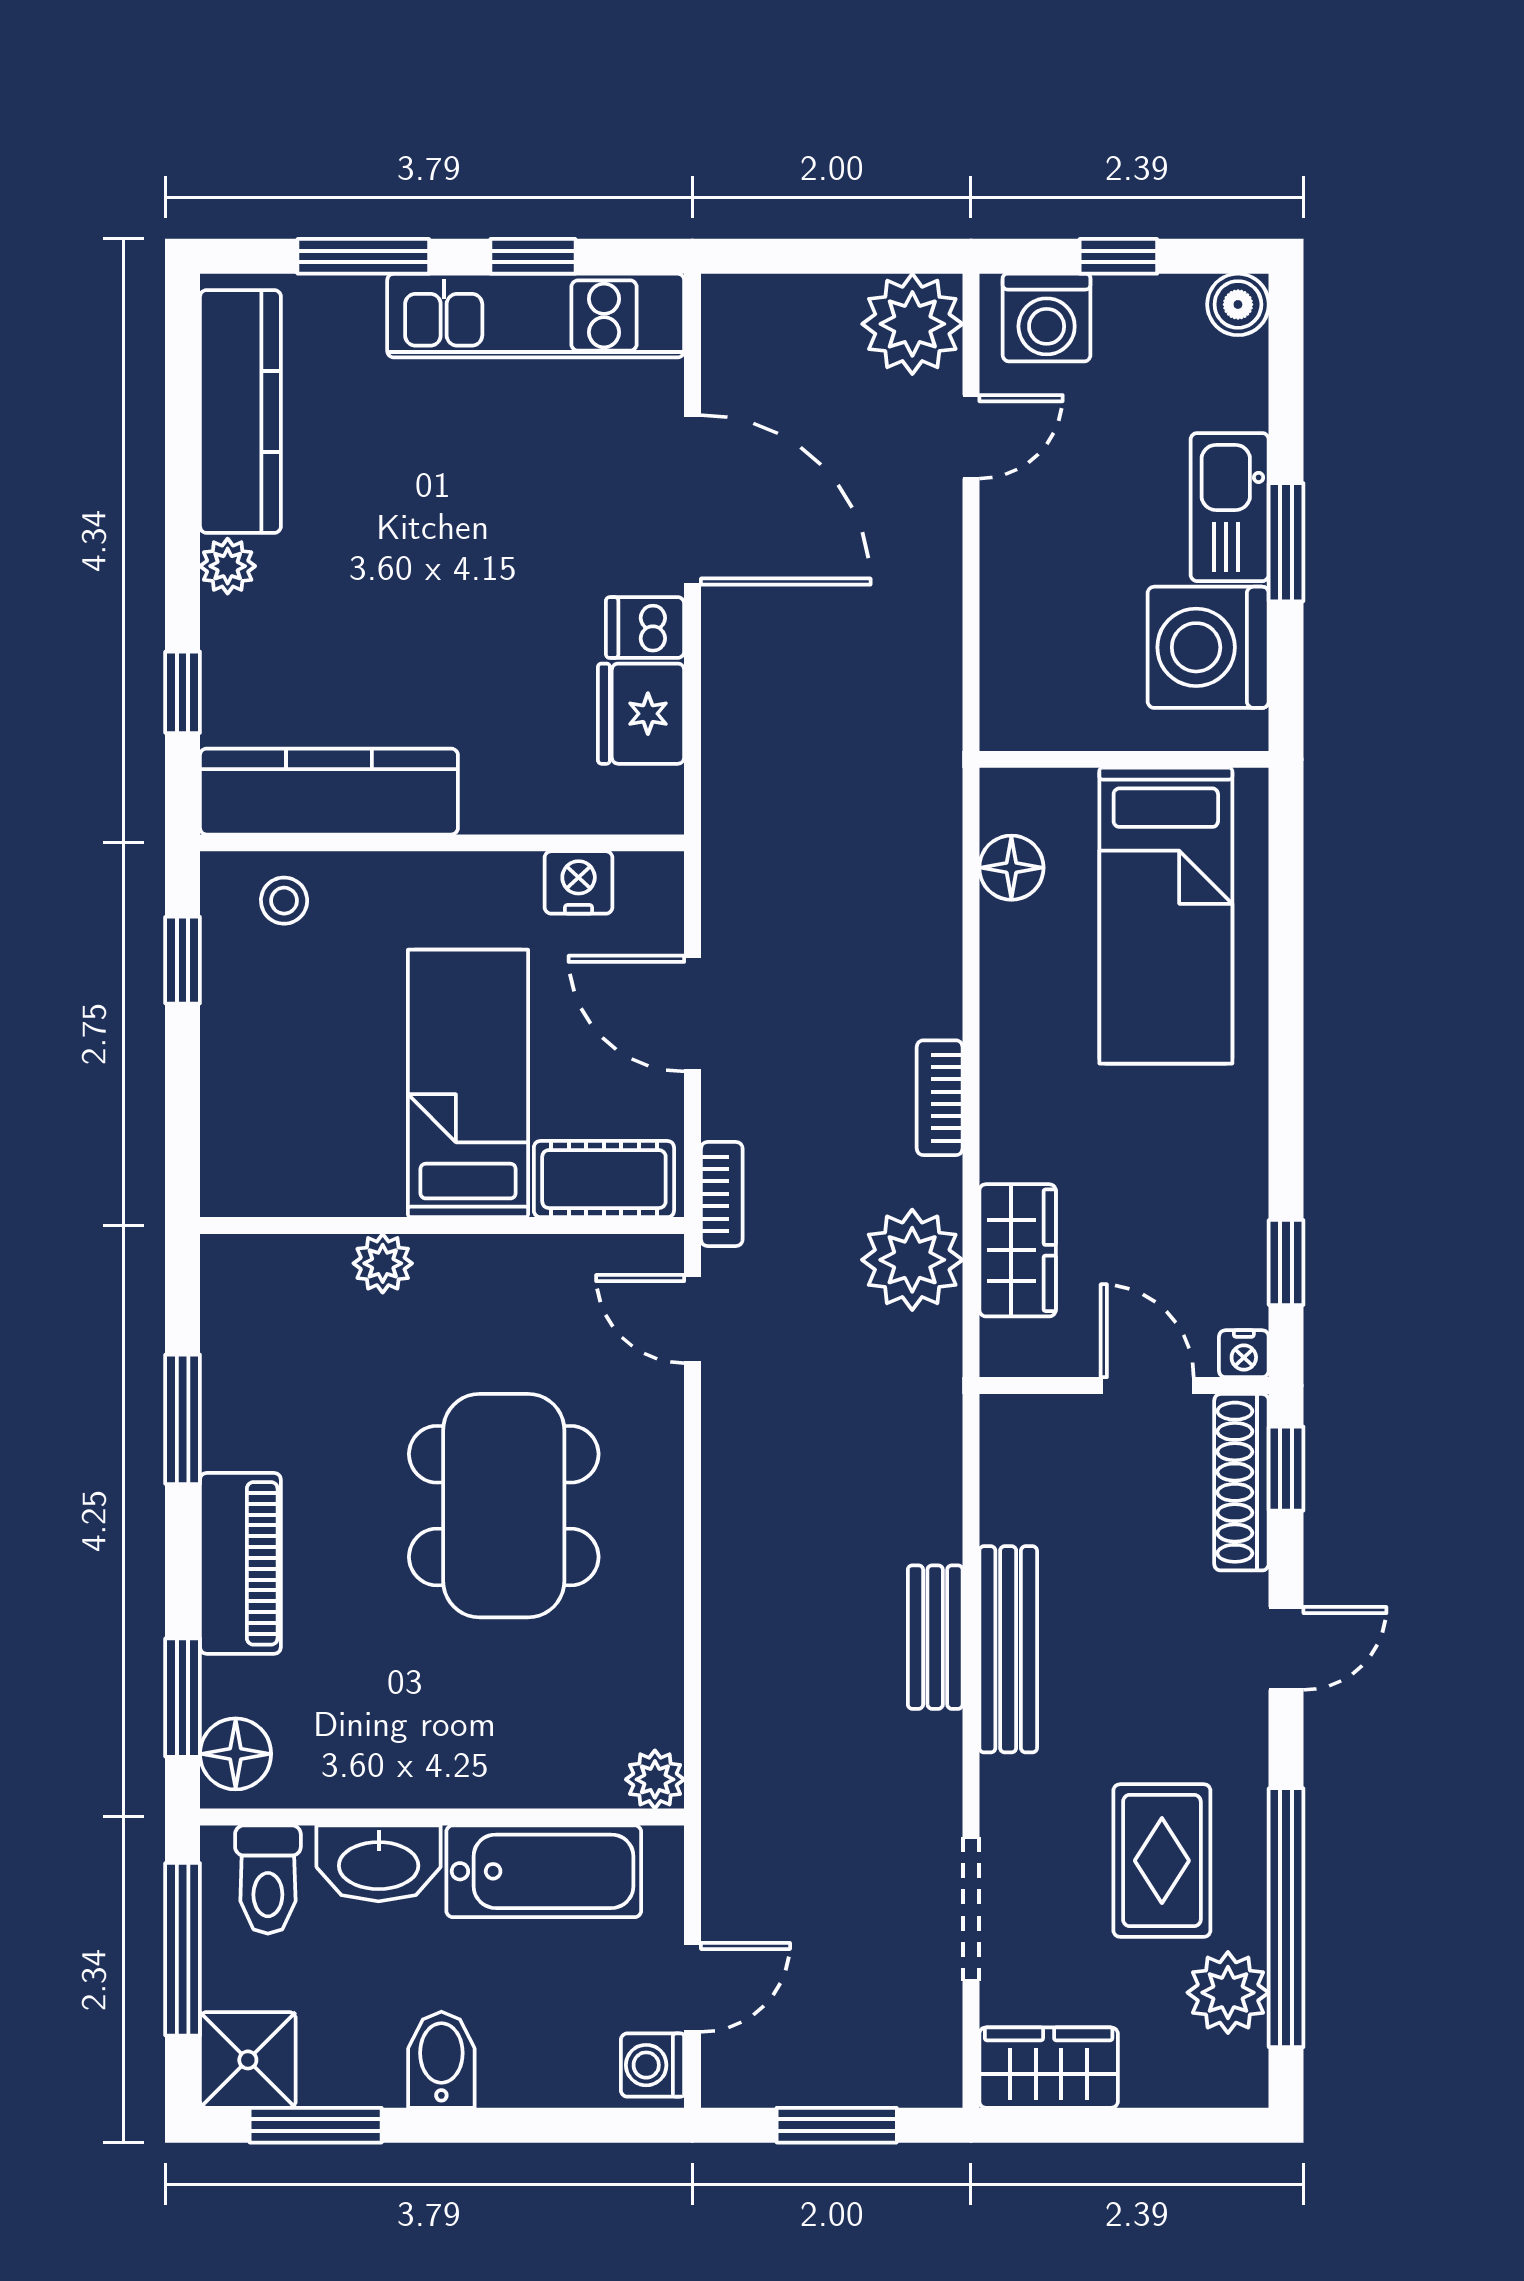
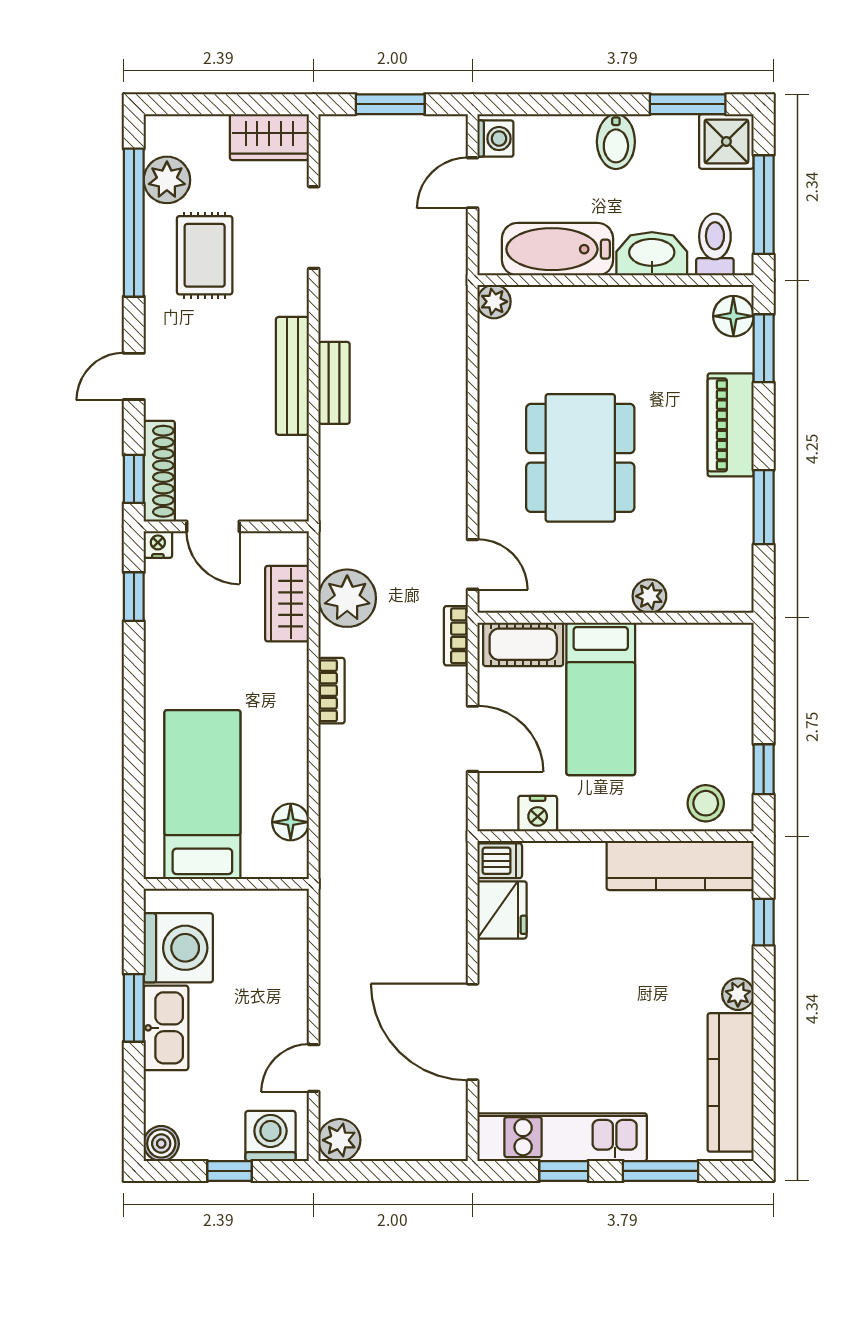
plant: (912, 324) -> (339, 1140), width x0.73, depth x0.73
dishwasher: (645, 628) -> (500, 861), moved
stool: (284, 901) -> (706, 803), width x1.37, depth x1.37

